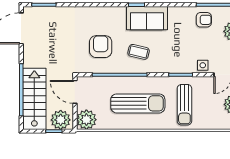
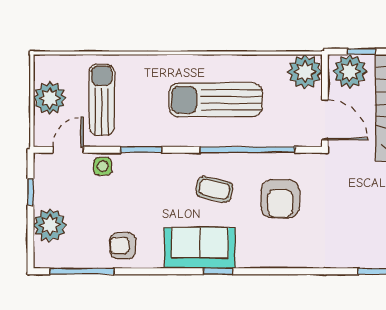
armchair: (204, 20) -> (123, 246), moved
sun lounger: (184, 105) -> (102, 100), moved

